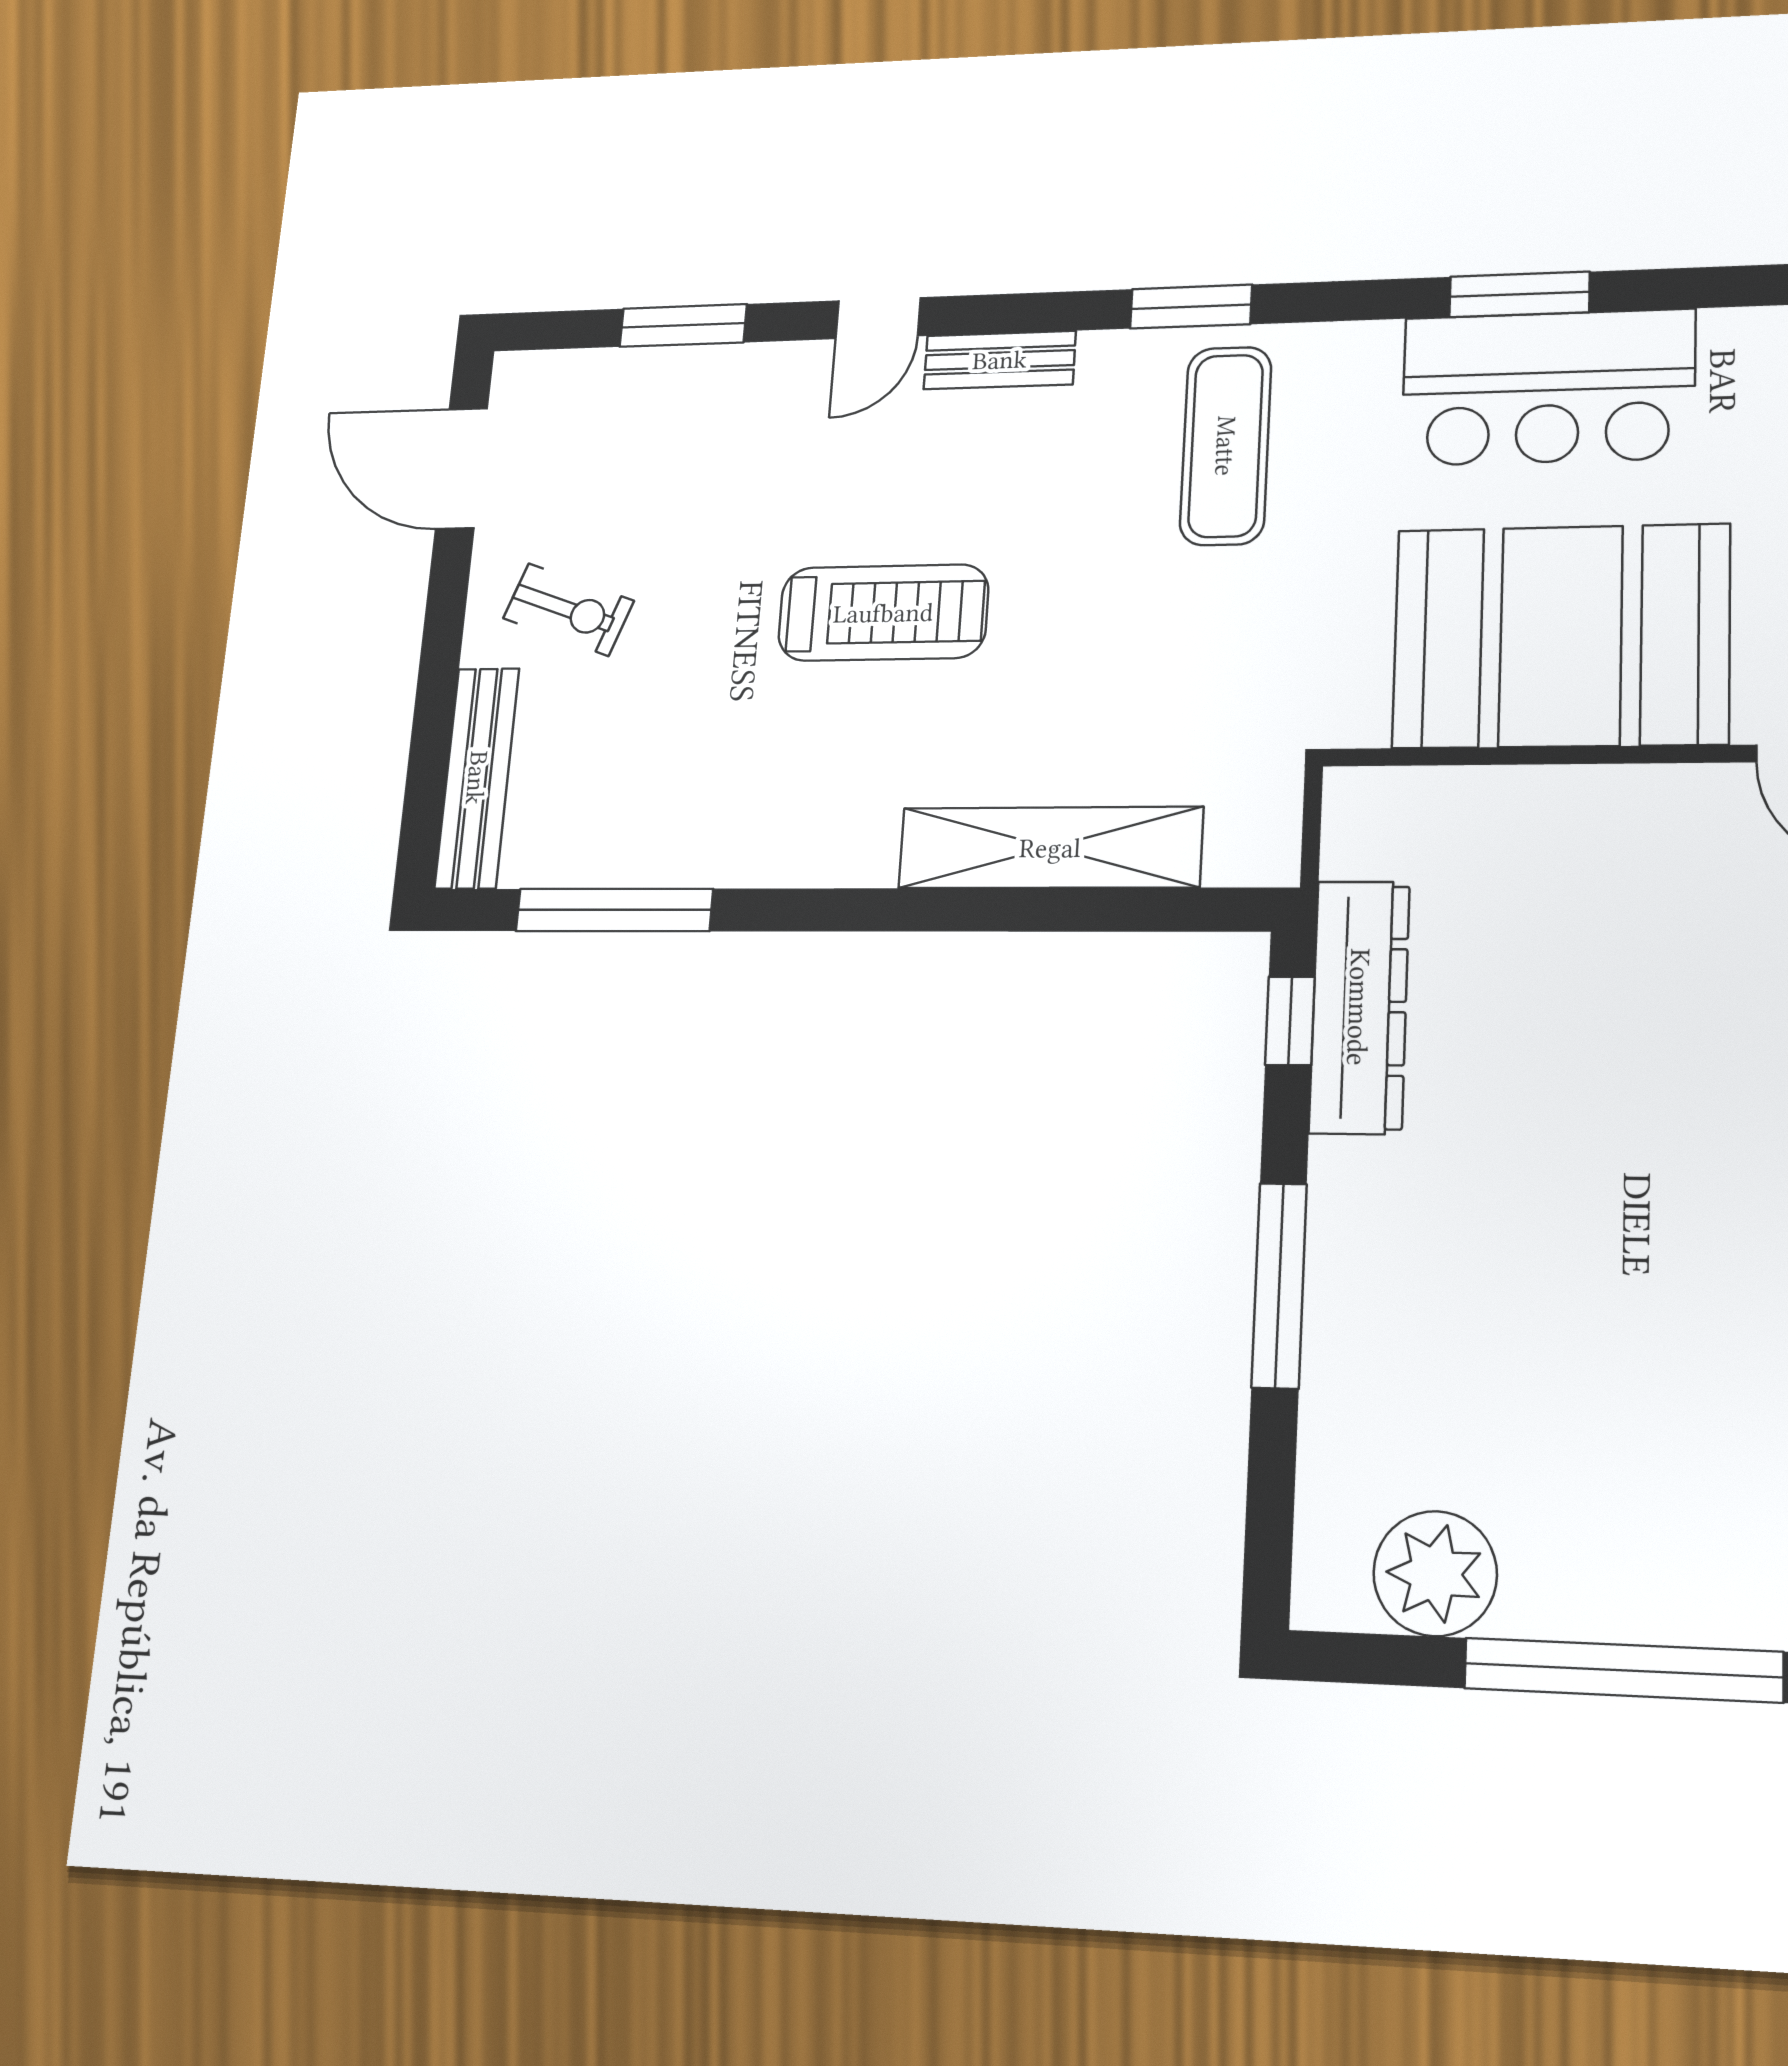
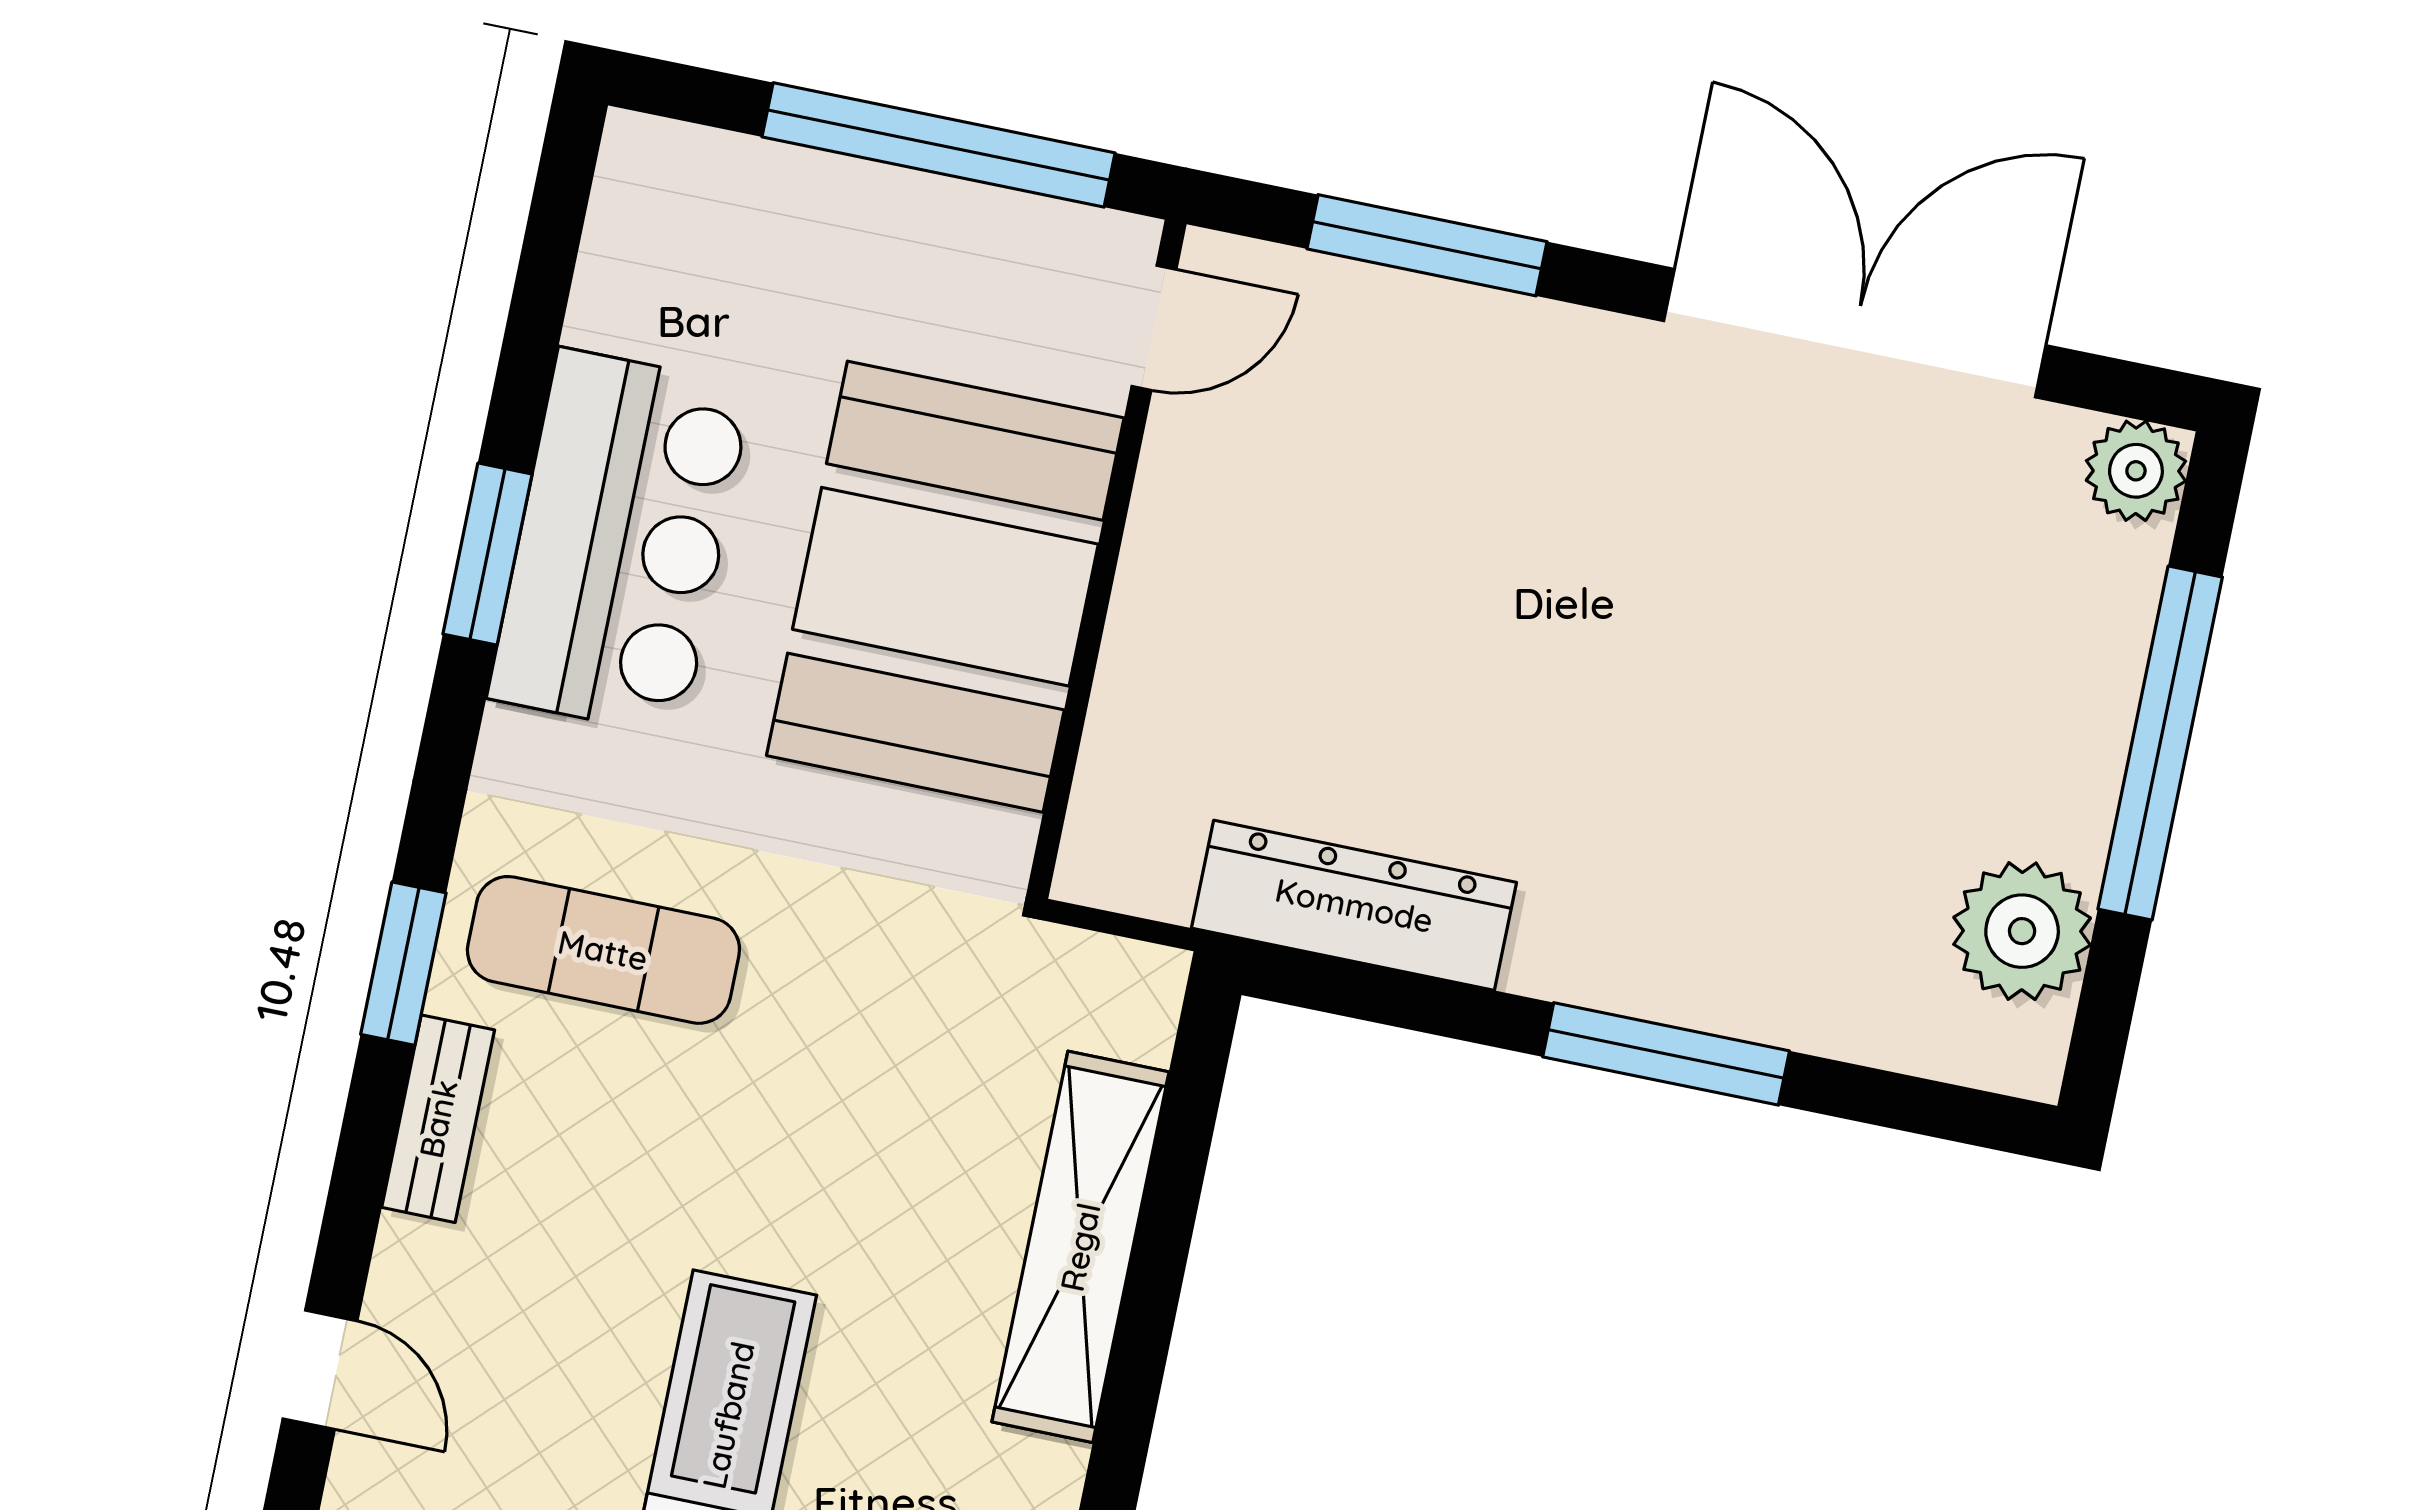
bench: (1000, 360) -> (438, 1119), moved
window: (1290, 1021) -> (1355, 990), removed

